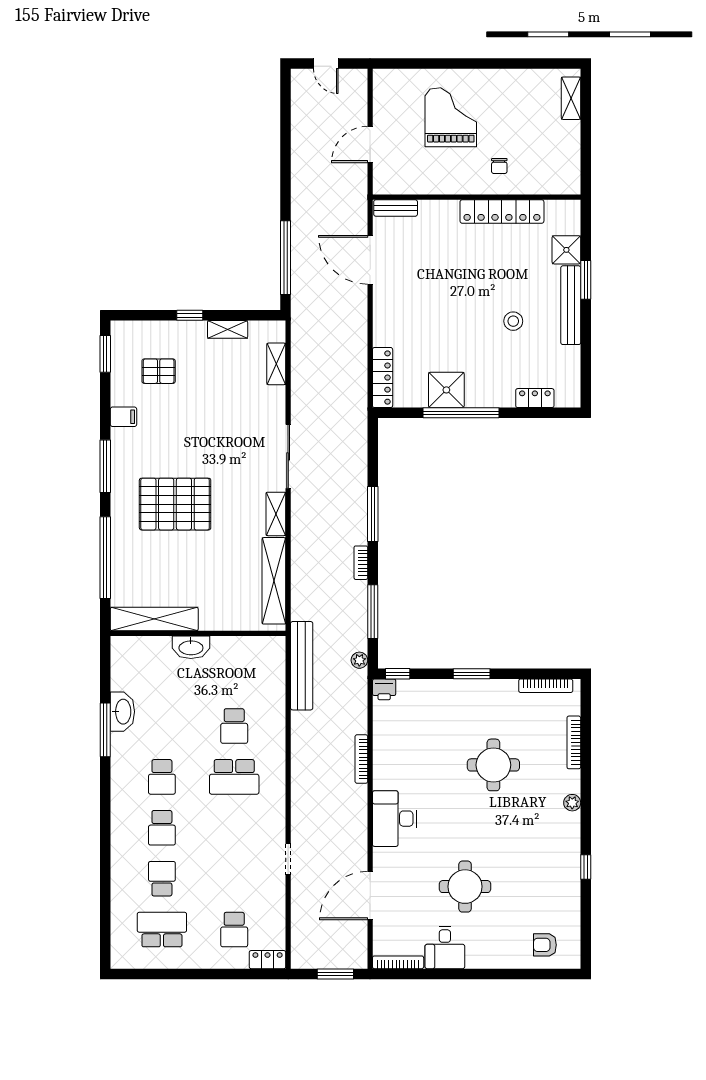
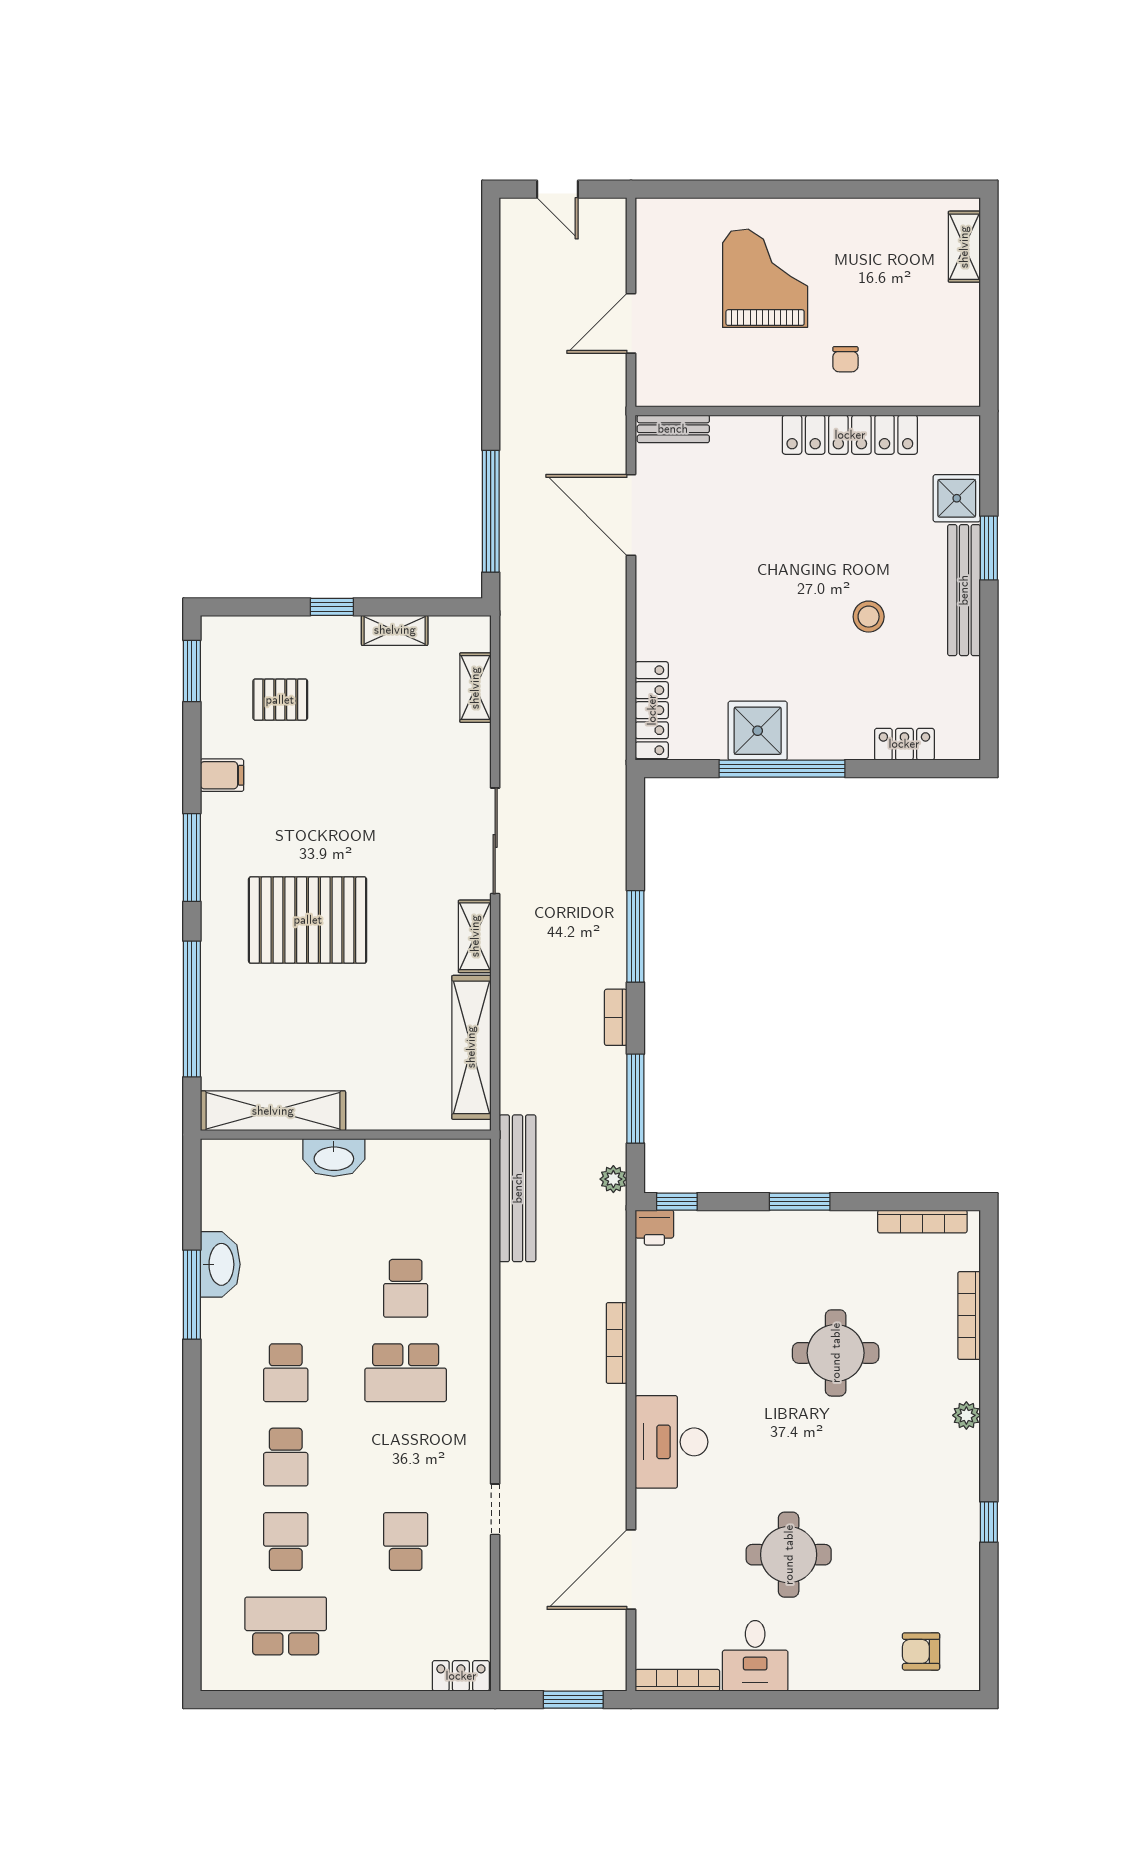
school desk: (234, 930) -> (406, 1542), moved, turned 180

